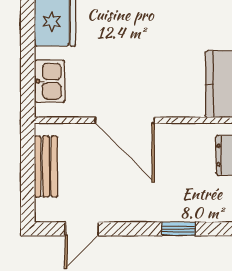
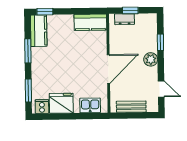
plant: (143, 208) -> (151, 59), added

